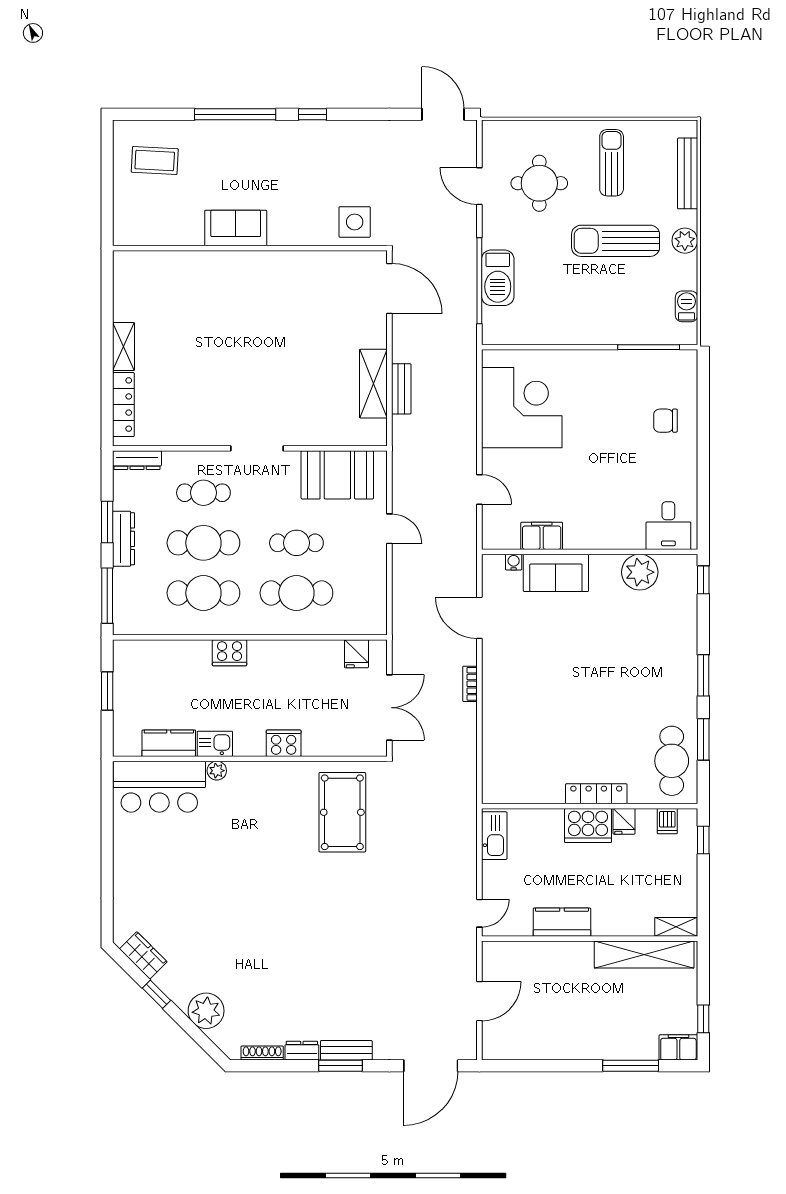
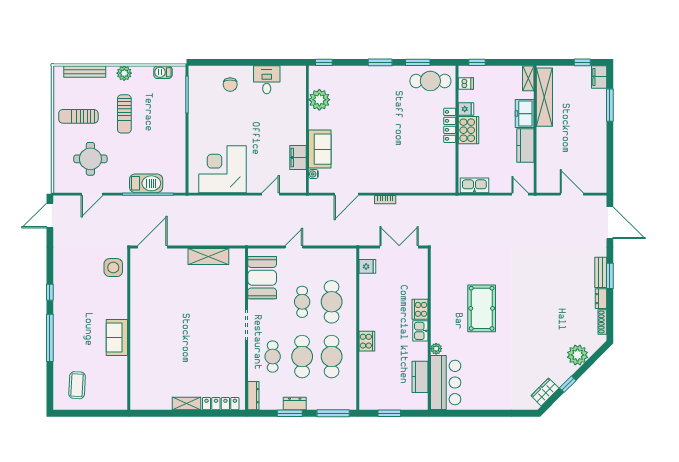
sun lounger: (616, 241) -> (124, 114), width x0.73, depth x0.75
bench: (401, 389) -> (211, 240), removed
desk: (668, 526) -> (267, 80), moved, turned -90
dresser: (124, 539) -> (295, 404), width x0.70
kitchen sink: (215, 744) -> (420, 331), moved
pool table: (342, 812) -> (482, 308), moved, turned 90
freezer: (616, 921) -> (525, 114), added

